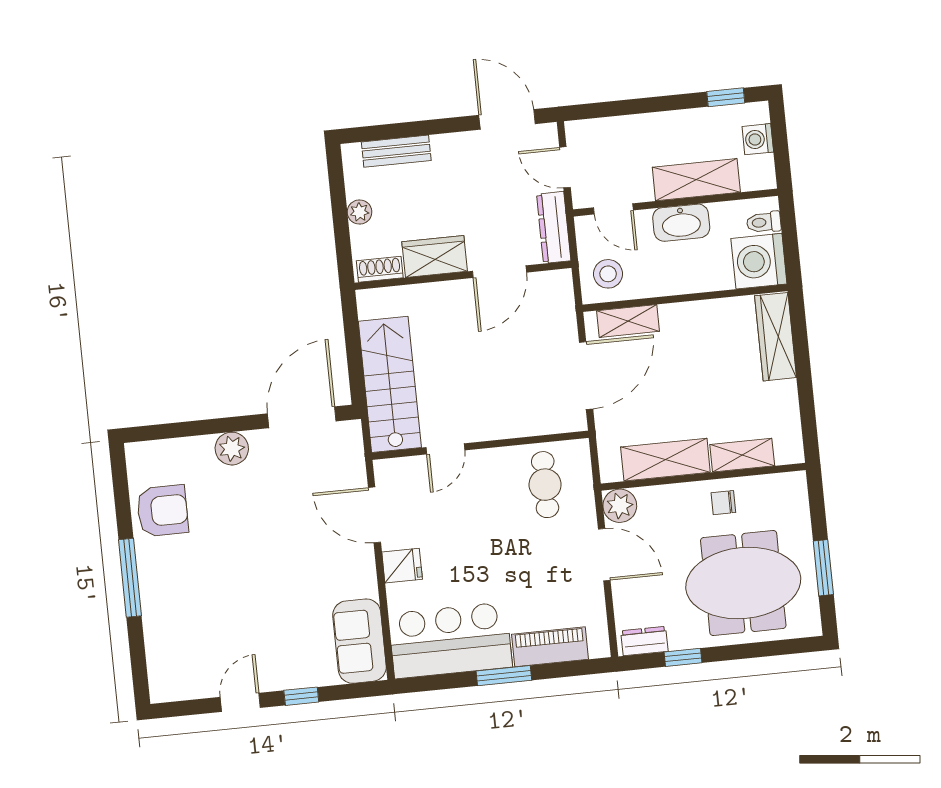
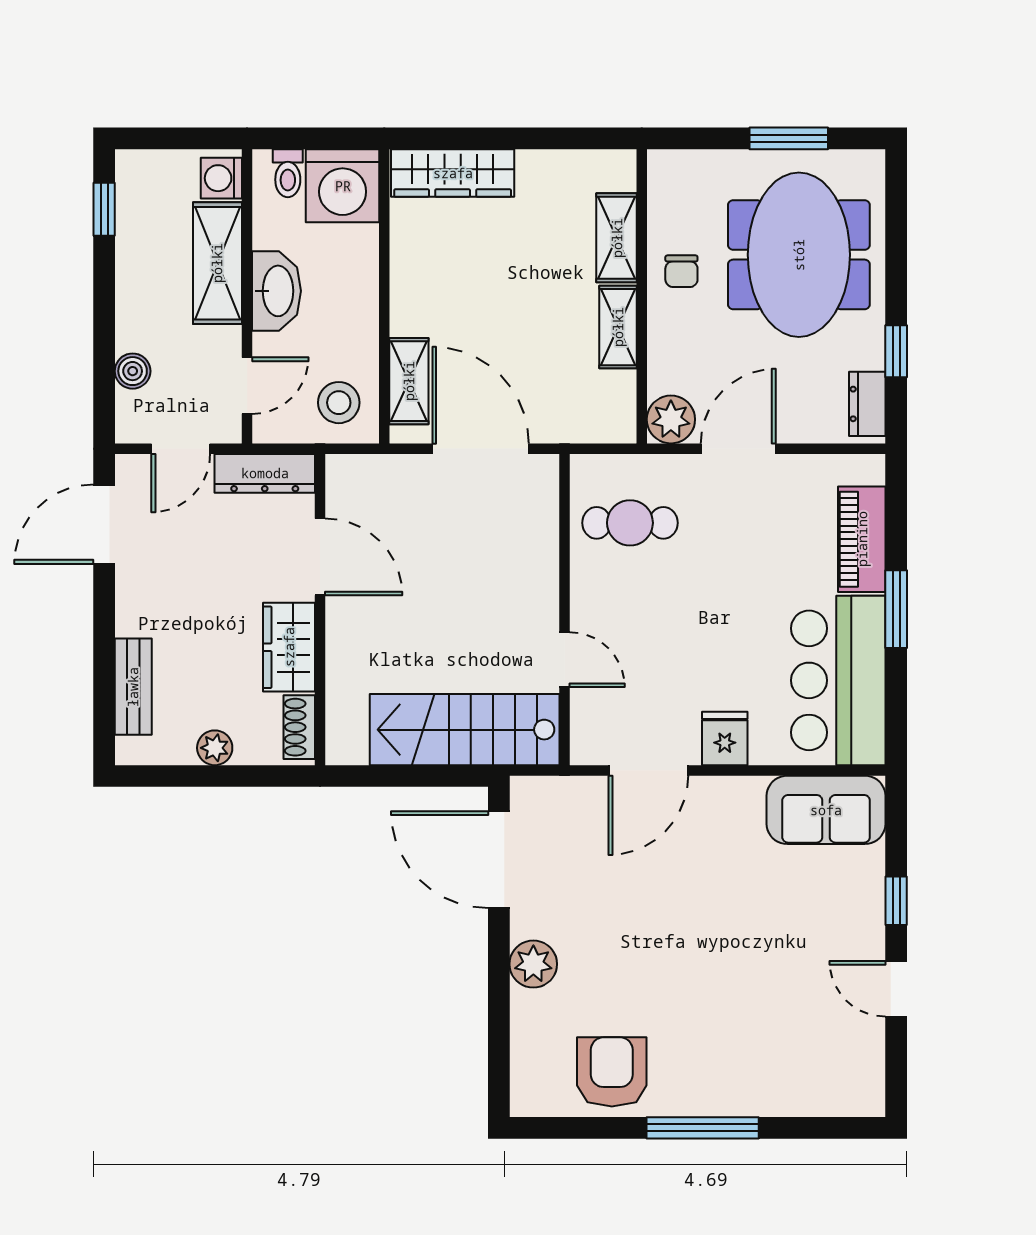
boiler: (615, 128) -> (133, 371), added
washing machine: (758, 139) -> (221, 178), moved, turned 90
shelving: (665, 460) -> (618, 327), width x0.67, depth x0.75

